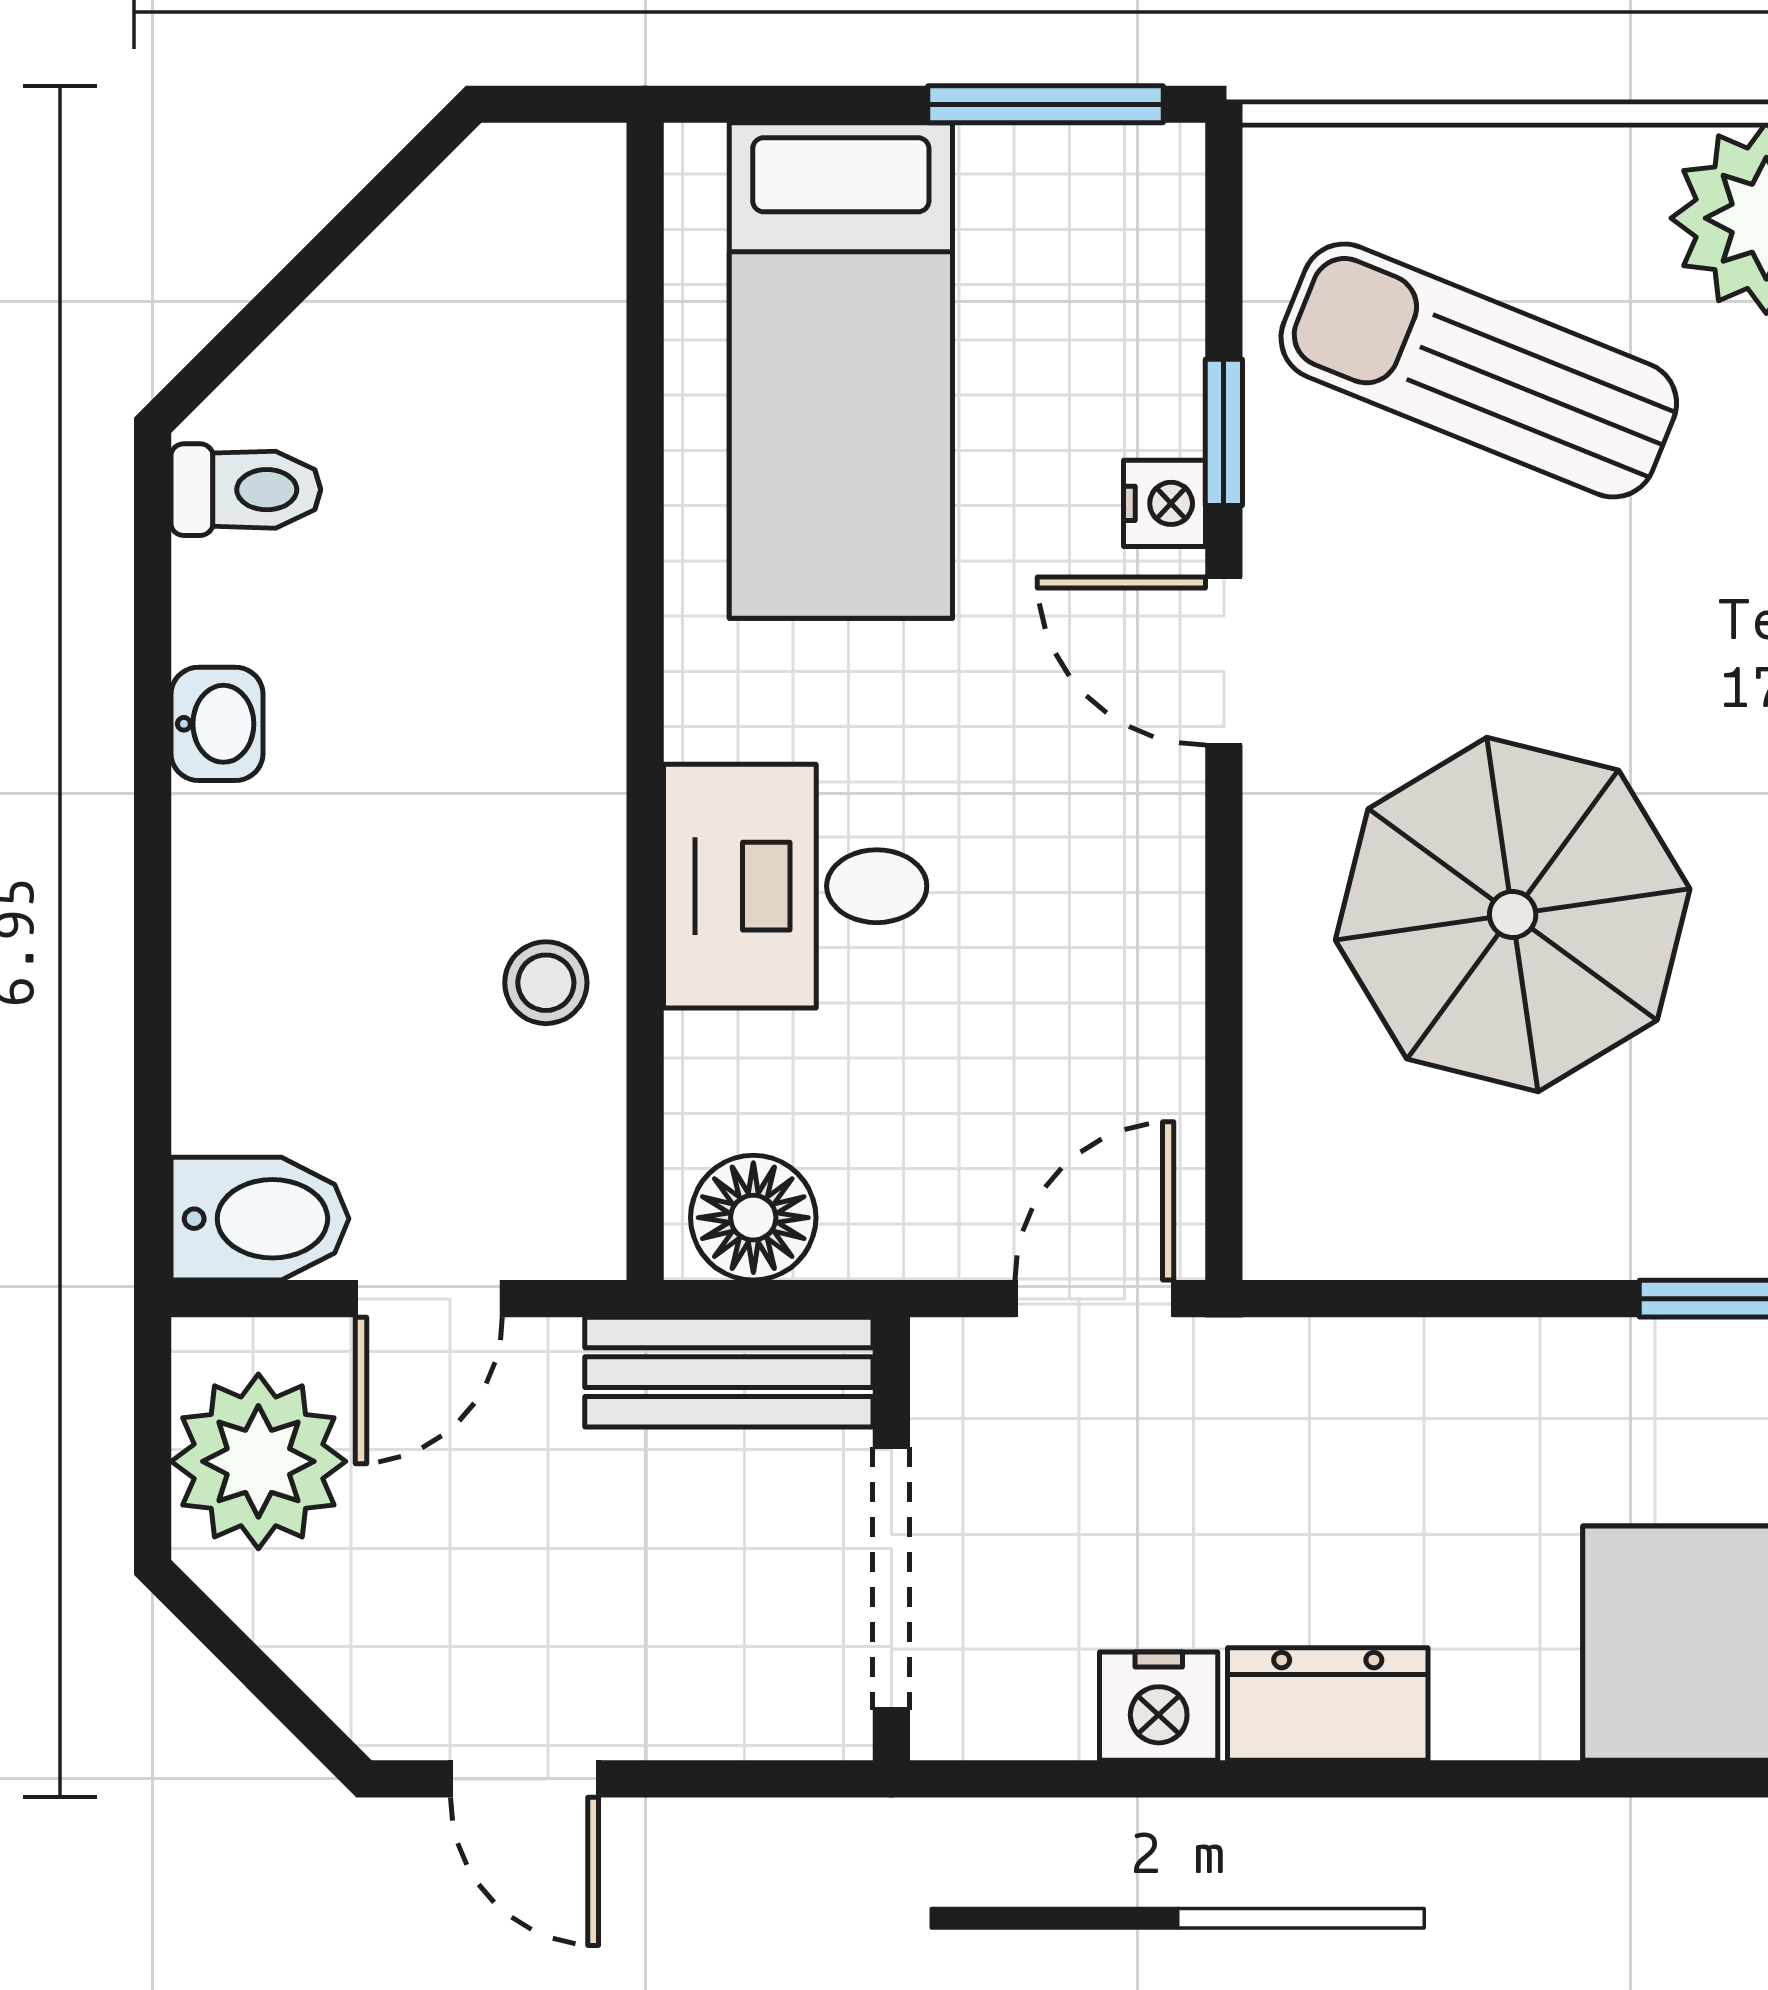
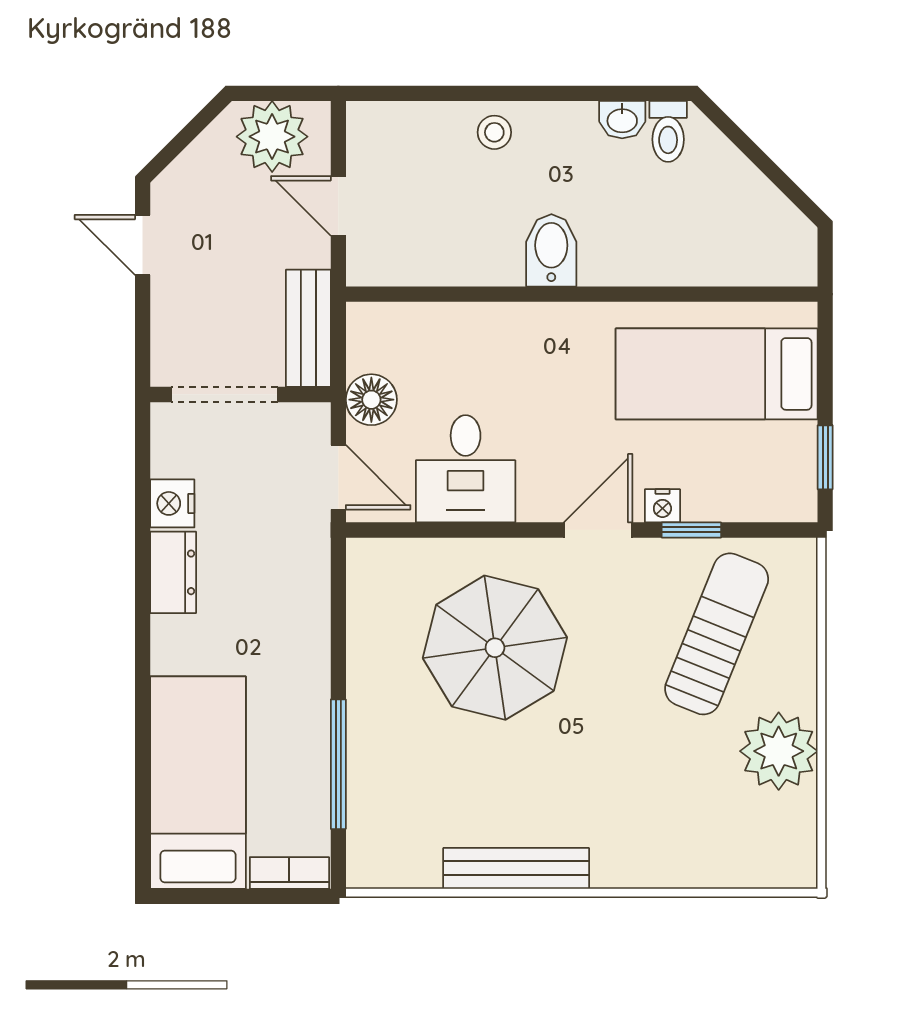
window: (1045, 104) -> (825, 457), width x0.67
washbasin: (217, 724) -> (622, 120), moved
desk: (795, 886) -> (466, 469), moved, turned 180
stool: (546, 983) -> (494, 132), moved
floor lamp: (753, 1218) -> (371, 400), moved
bidet: (260, 1219) -> (551, 250), moved, turned 180
door: (525, 1779) -> (143, 245), hinge flipped

